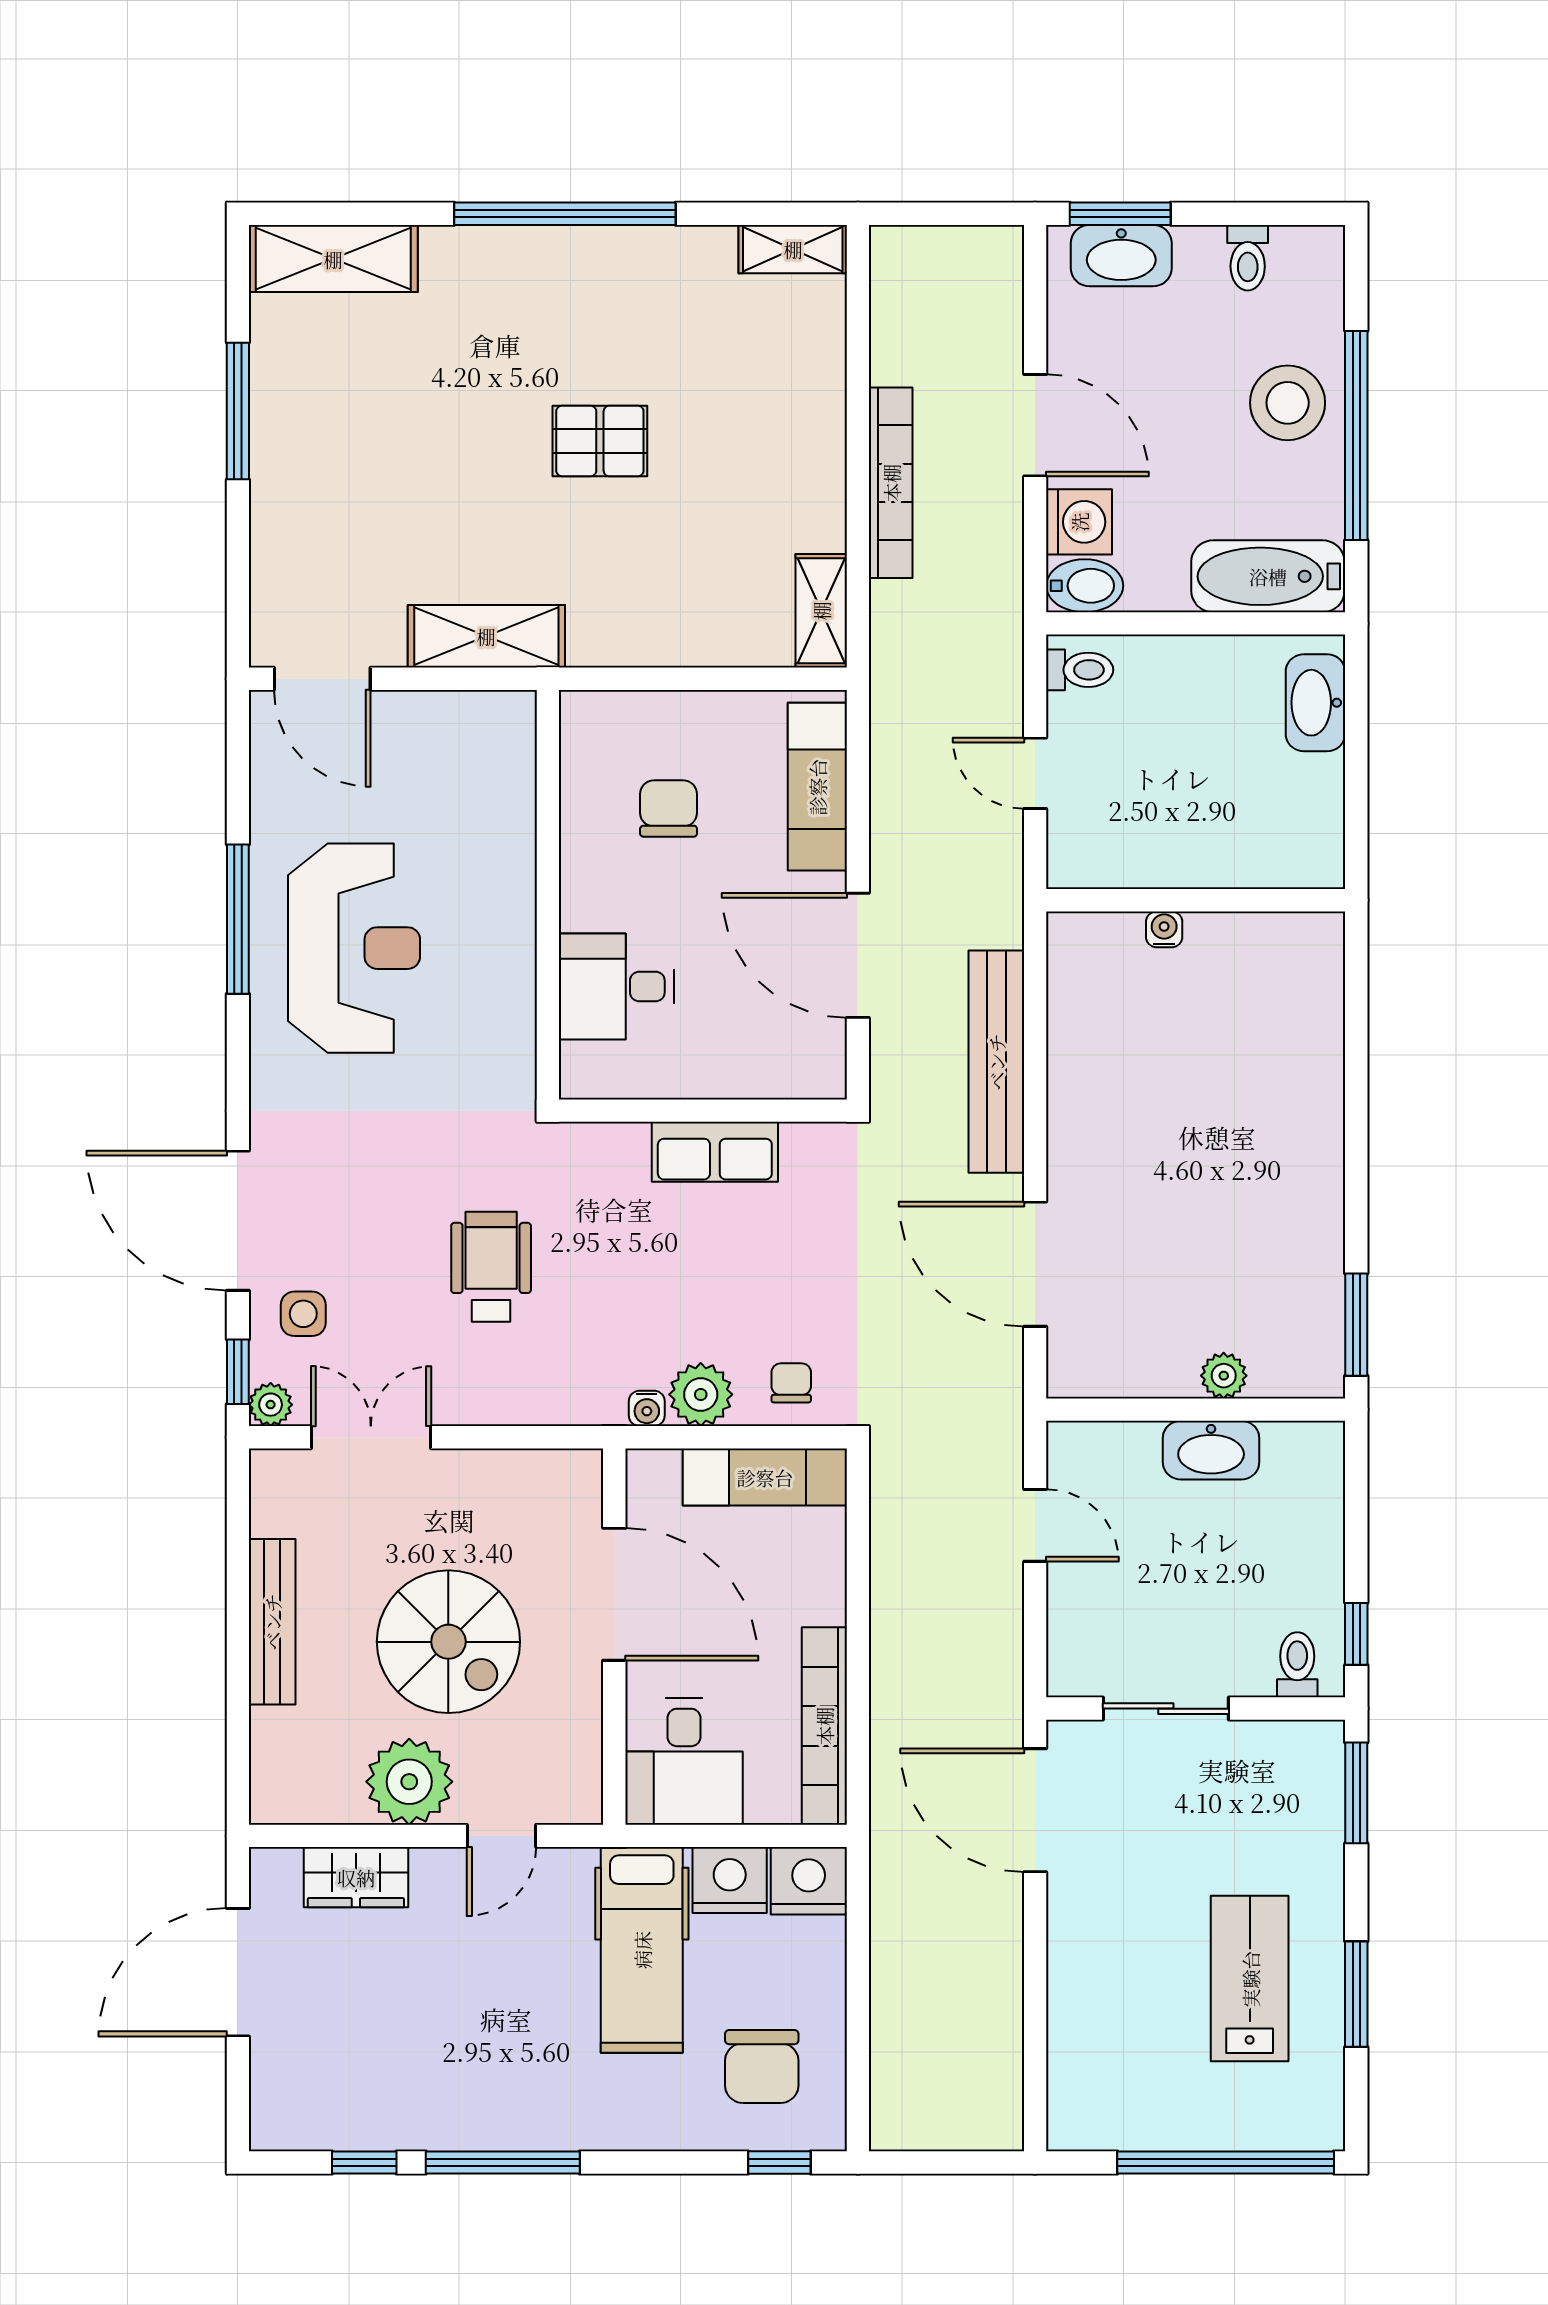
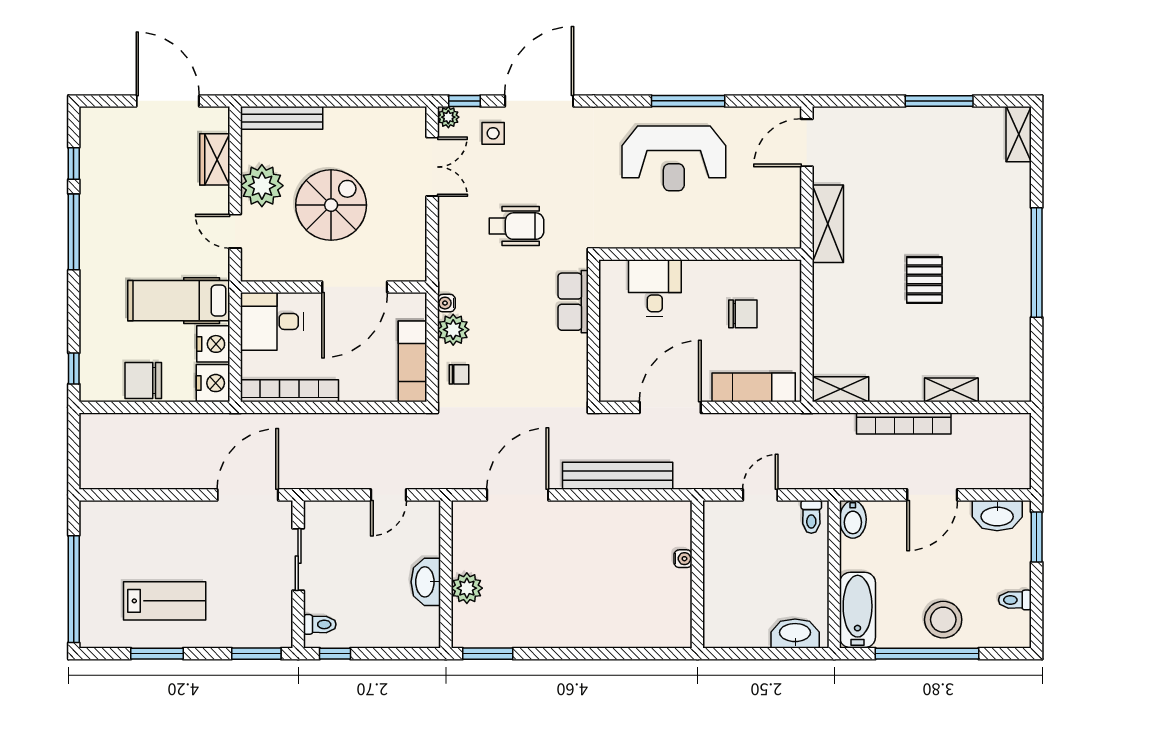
shelving: (793, 249) -> (951, 390), moved, turned 90
washbasin: (1121, 256) -> (997, 516), moved, turned -90
shelving: (333, 259) -> (1019, 134), width x0.67, depth x0.75
washing machine: (1079, 522) -> (884, 517), removed
row of seats: (715, 1152) -> (573, 302), moved
plant: (1224, 1376) -> (467, 588), width x1.38, depth x1.38
bench: (272, 1622) -> (282, 118), moved
spiral stairs: (448, 1642) -> (331, 205), turned 180
chair: (762, 2066) -> (143, 381), moved

